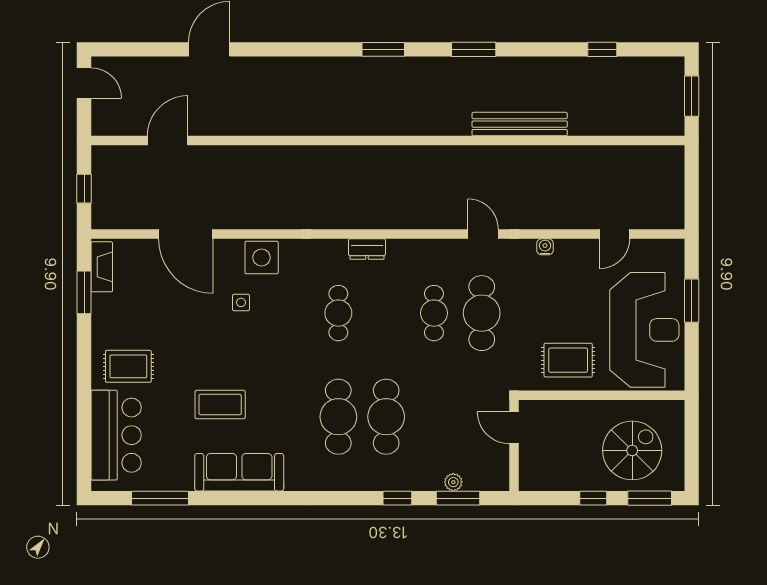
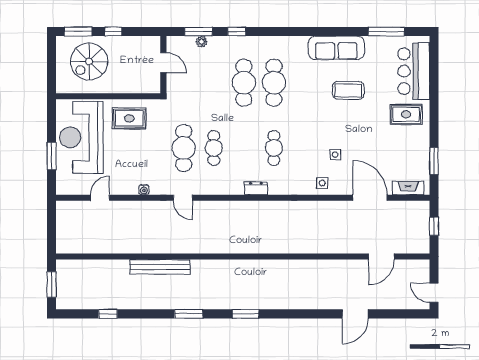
side table: (262, 257) -> (322, 183), width x0.54, depth x0.54
fireplace: (102, 267) -> (408, 188), moved, turned 90
door: (514, 428) -> (163, 63), moved

